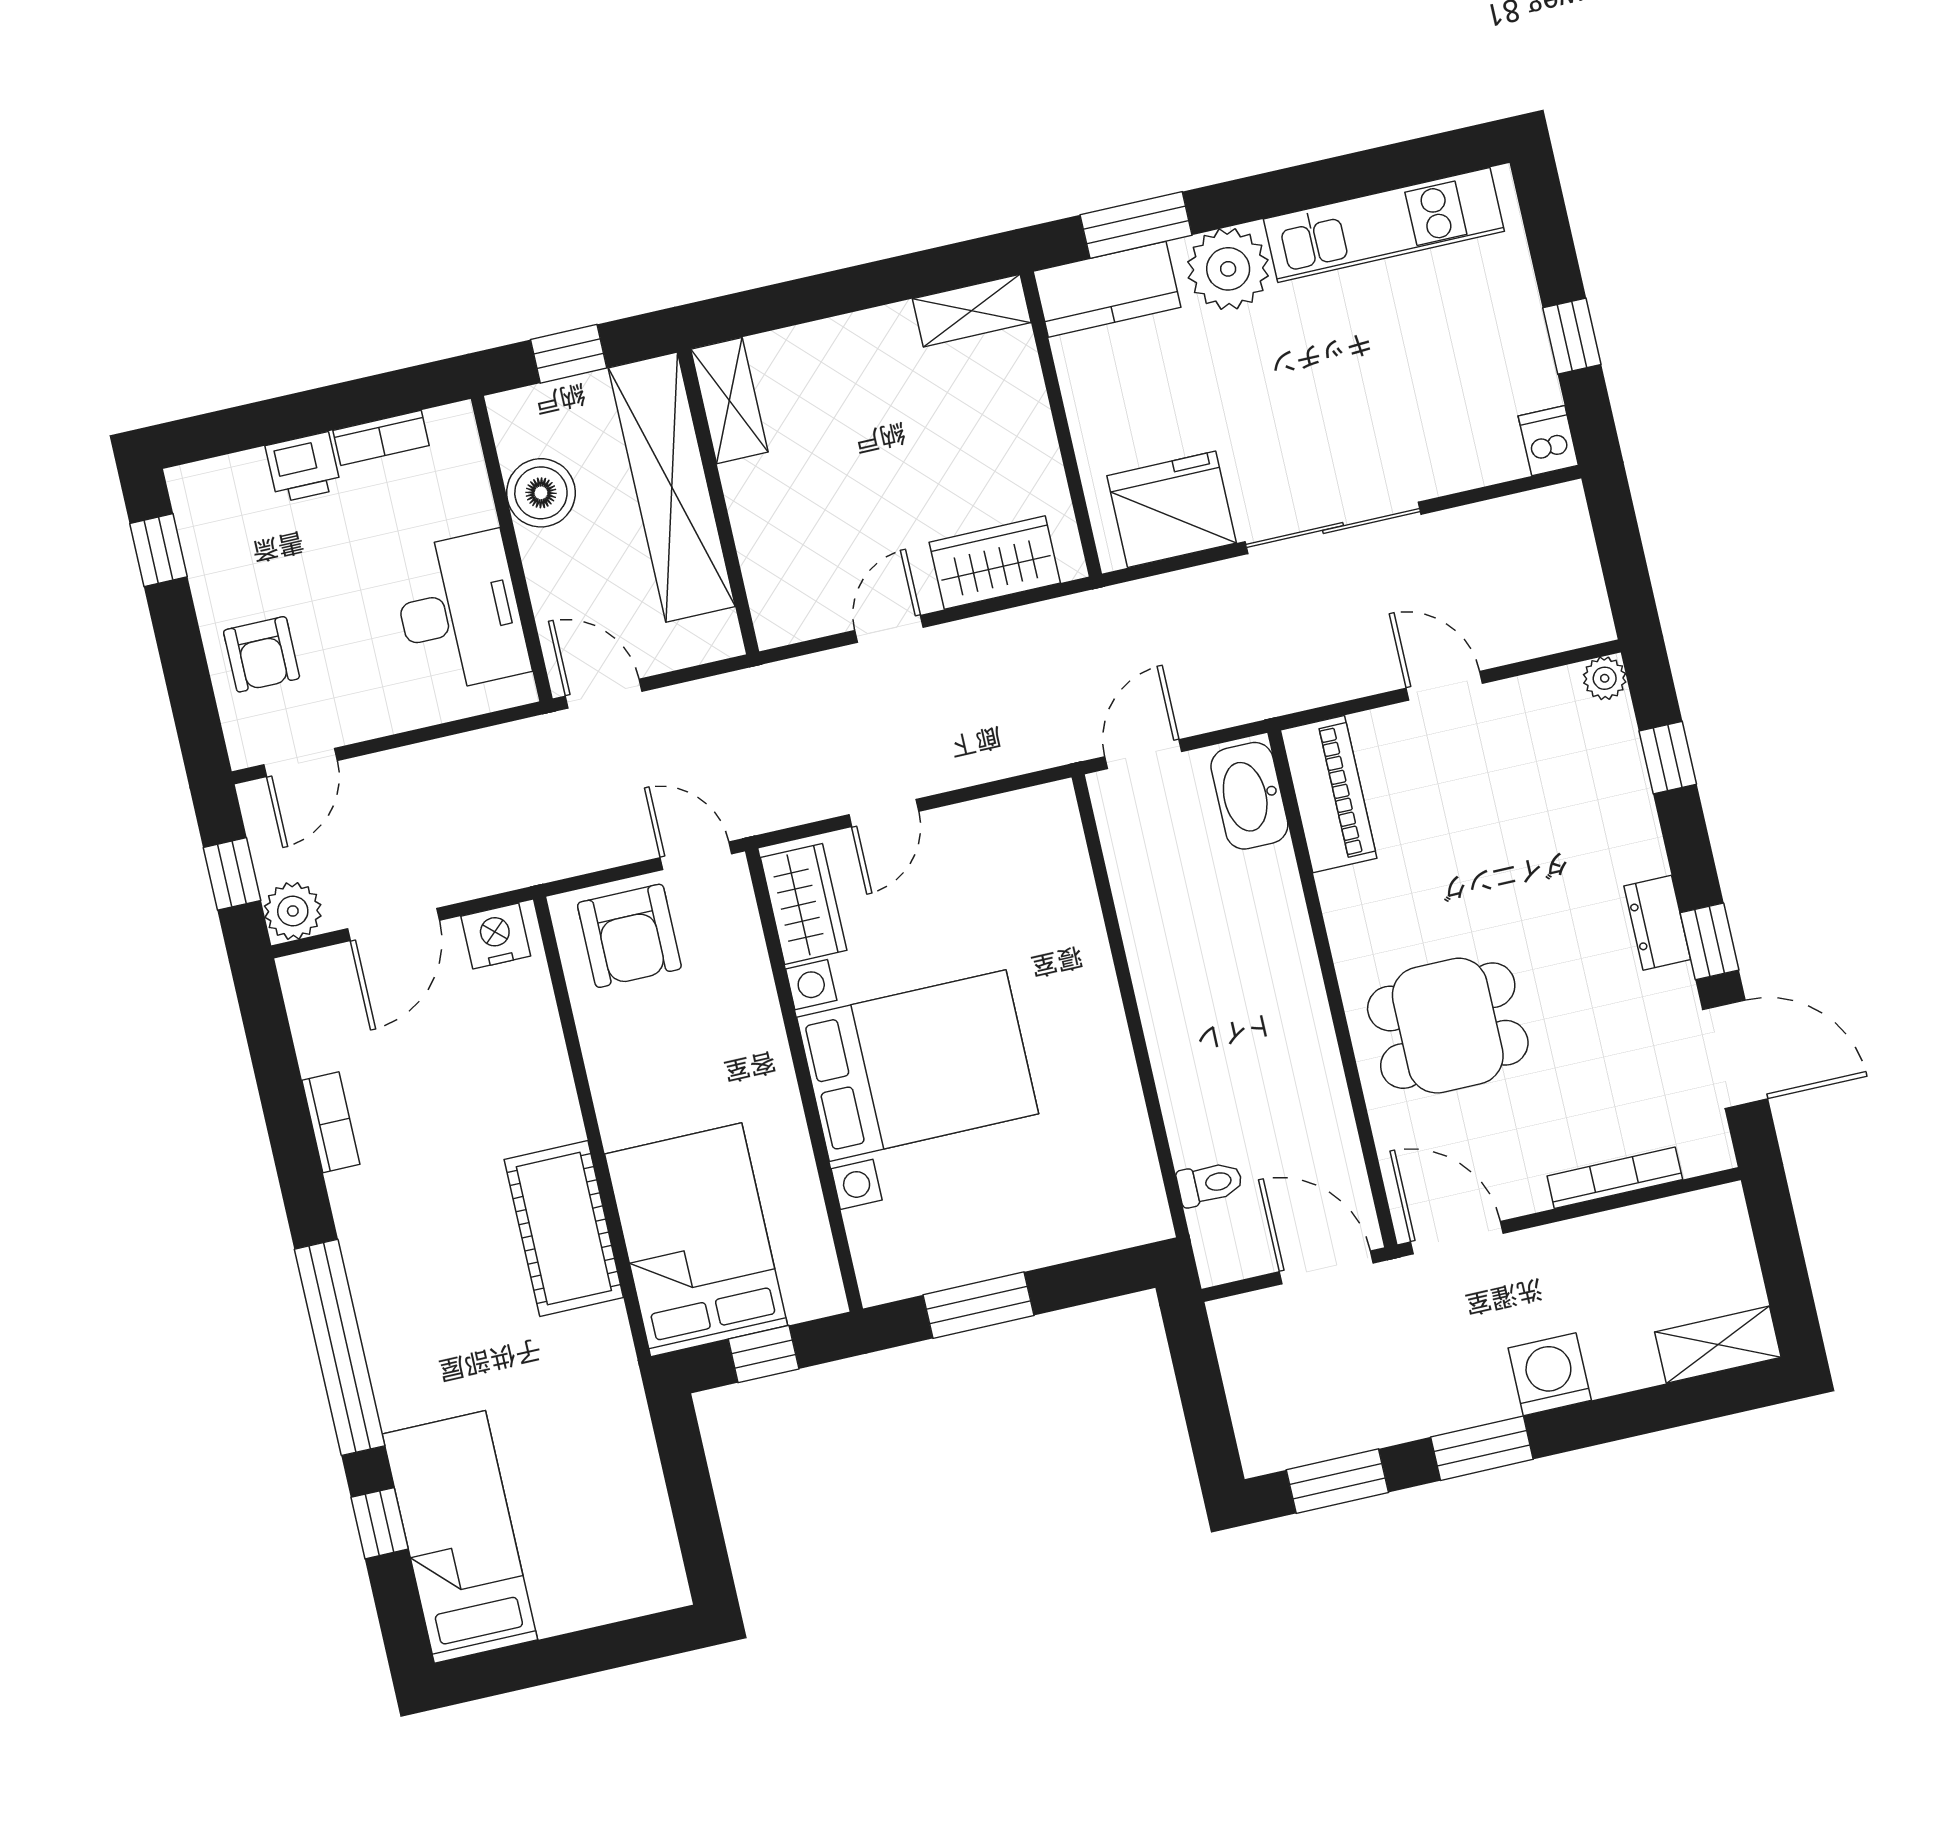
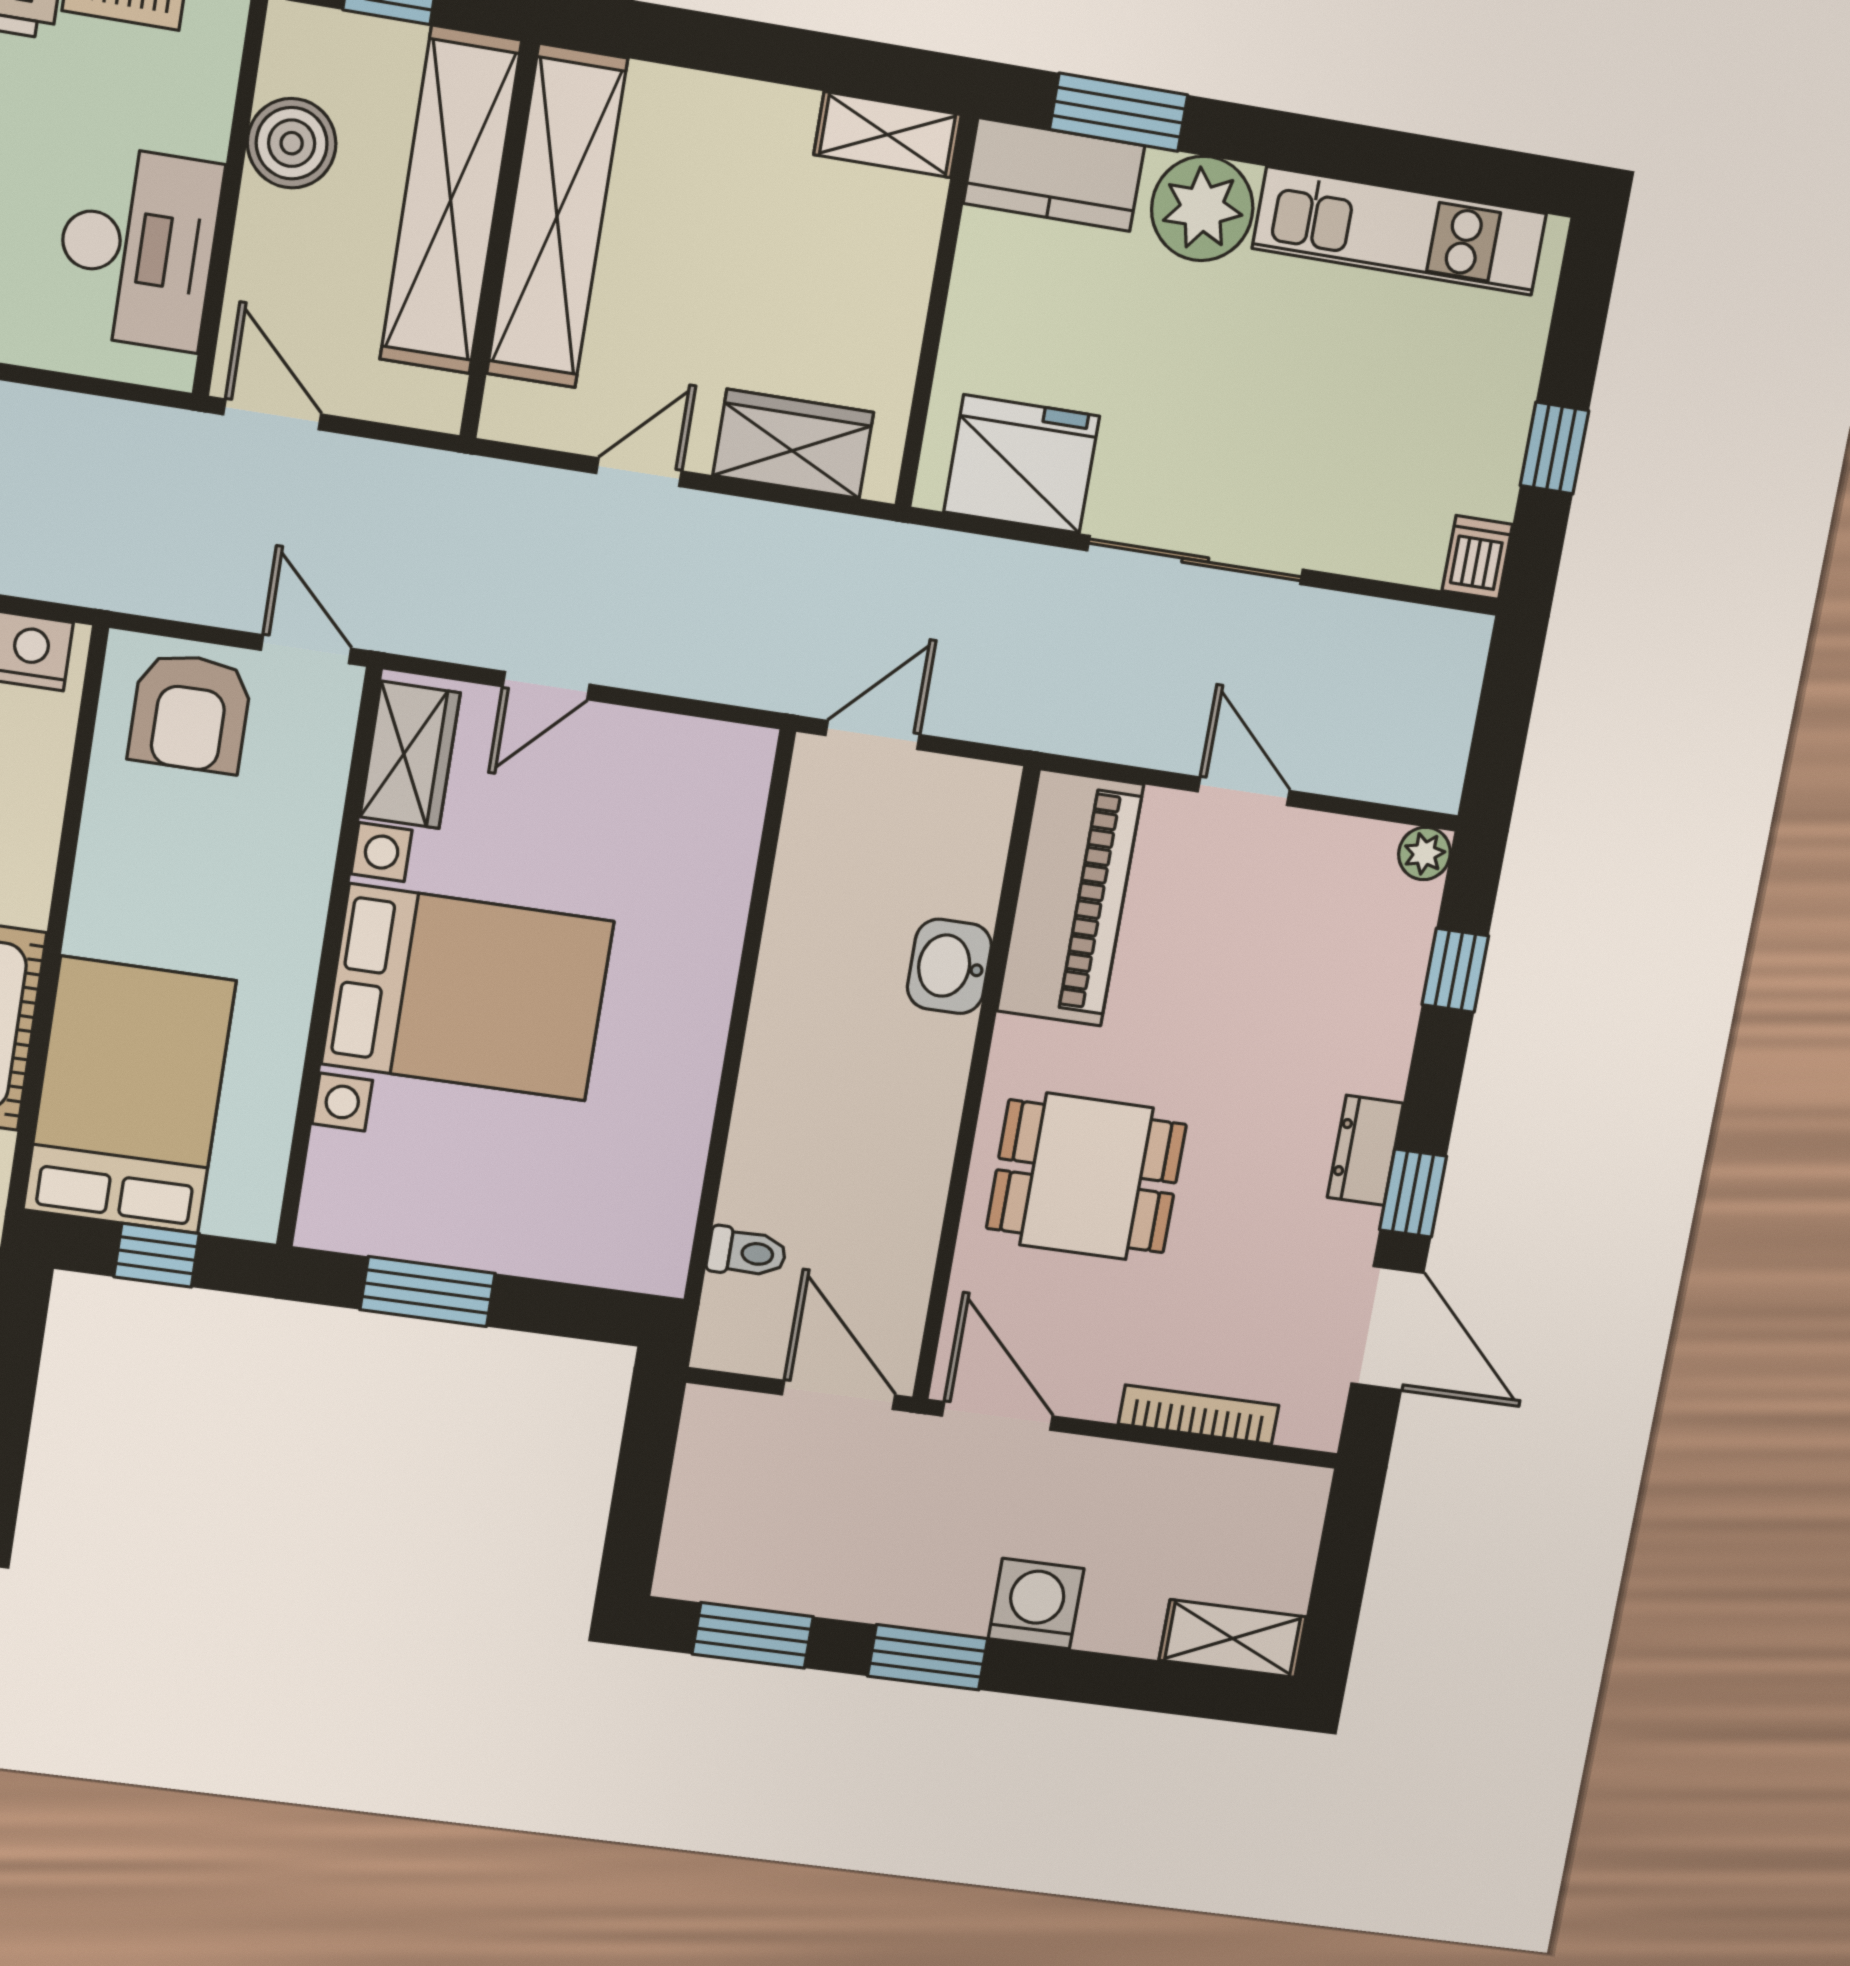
shelving: (729, 401) -> (557, 216), width x2.20, depth x1.33
piano: (1329, 794) -> (1070, 898), width x1.37, depth x1.33
washbasin: (1249, 796) -> (949, 966), moved, width x0.72

